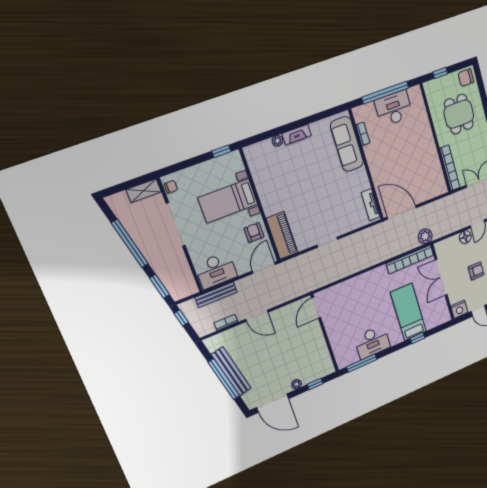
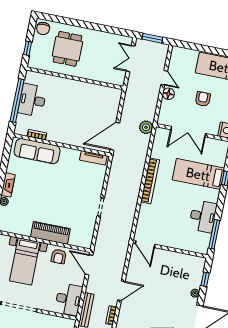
dining table: (459, 114) -> (67, 49), turned 90
bookcase: (450, 168) -> (105, 78), removed
armchair: (254, 232) -> (59, 256), turned -90
piano: (282, 235) -> (50, 233), moved
bookcase: (410, 259) -> (150, 181), moved

